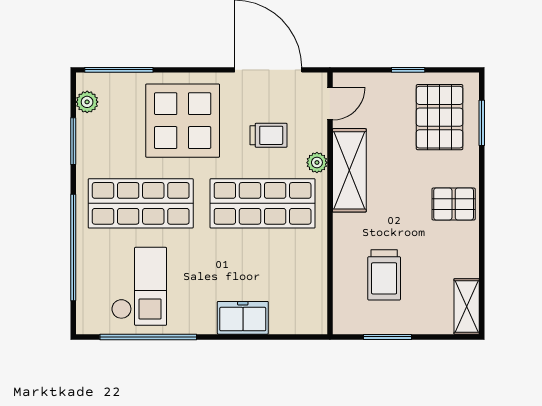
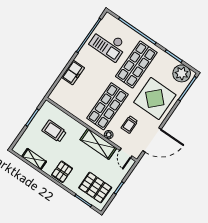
plant: (87, 102) -> (182, 73), width x1.87, depth x1.87
shelving: (467, 306) -> (34, 159), moved

